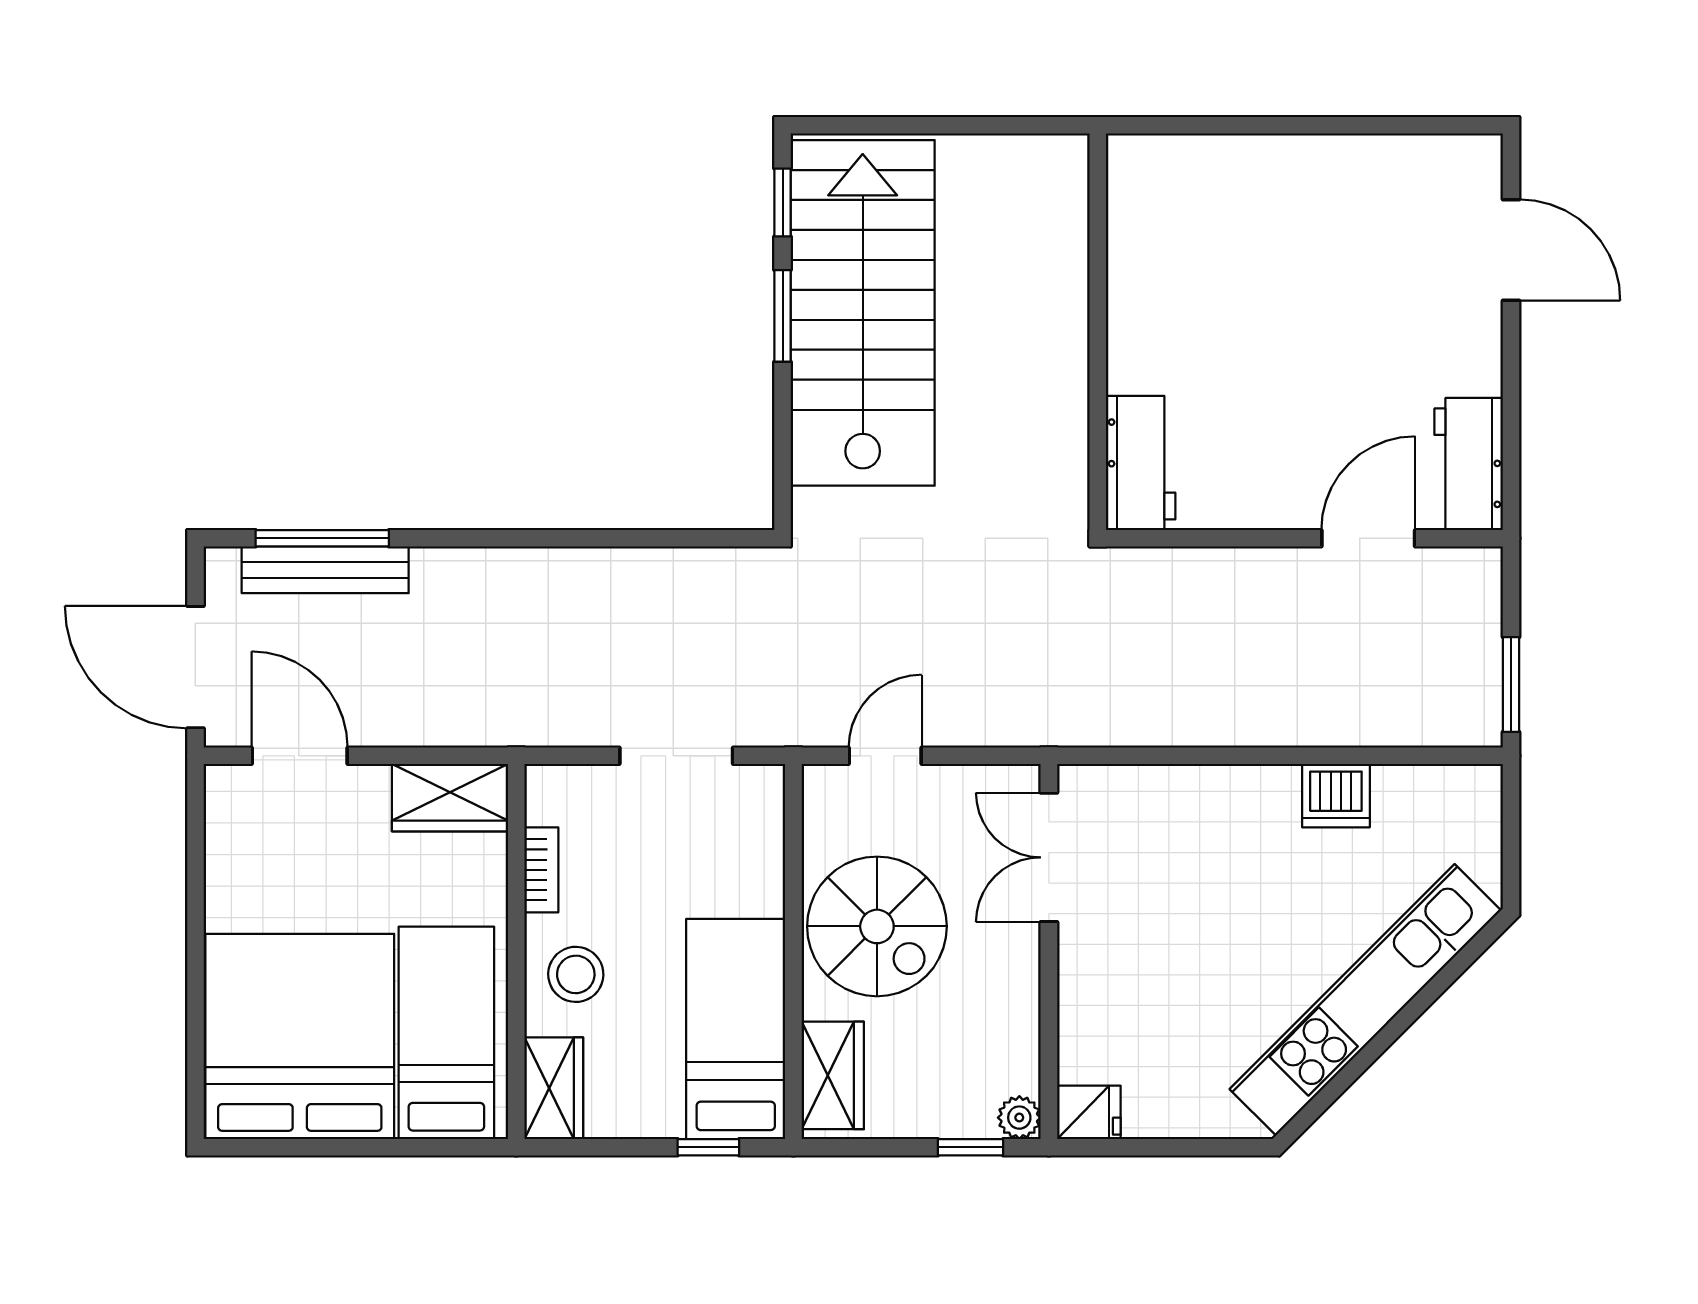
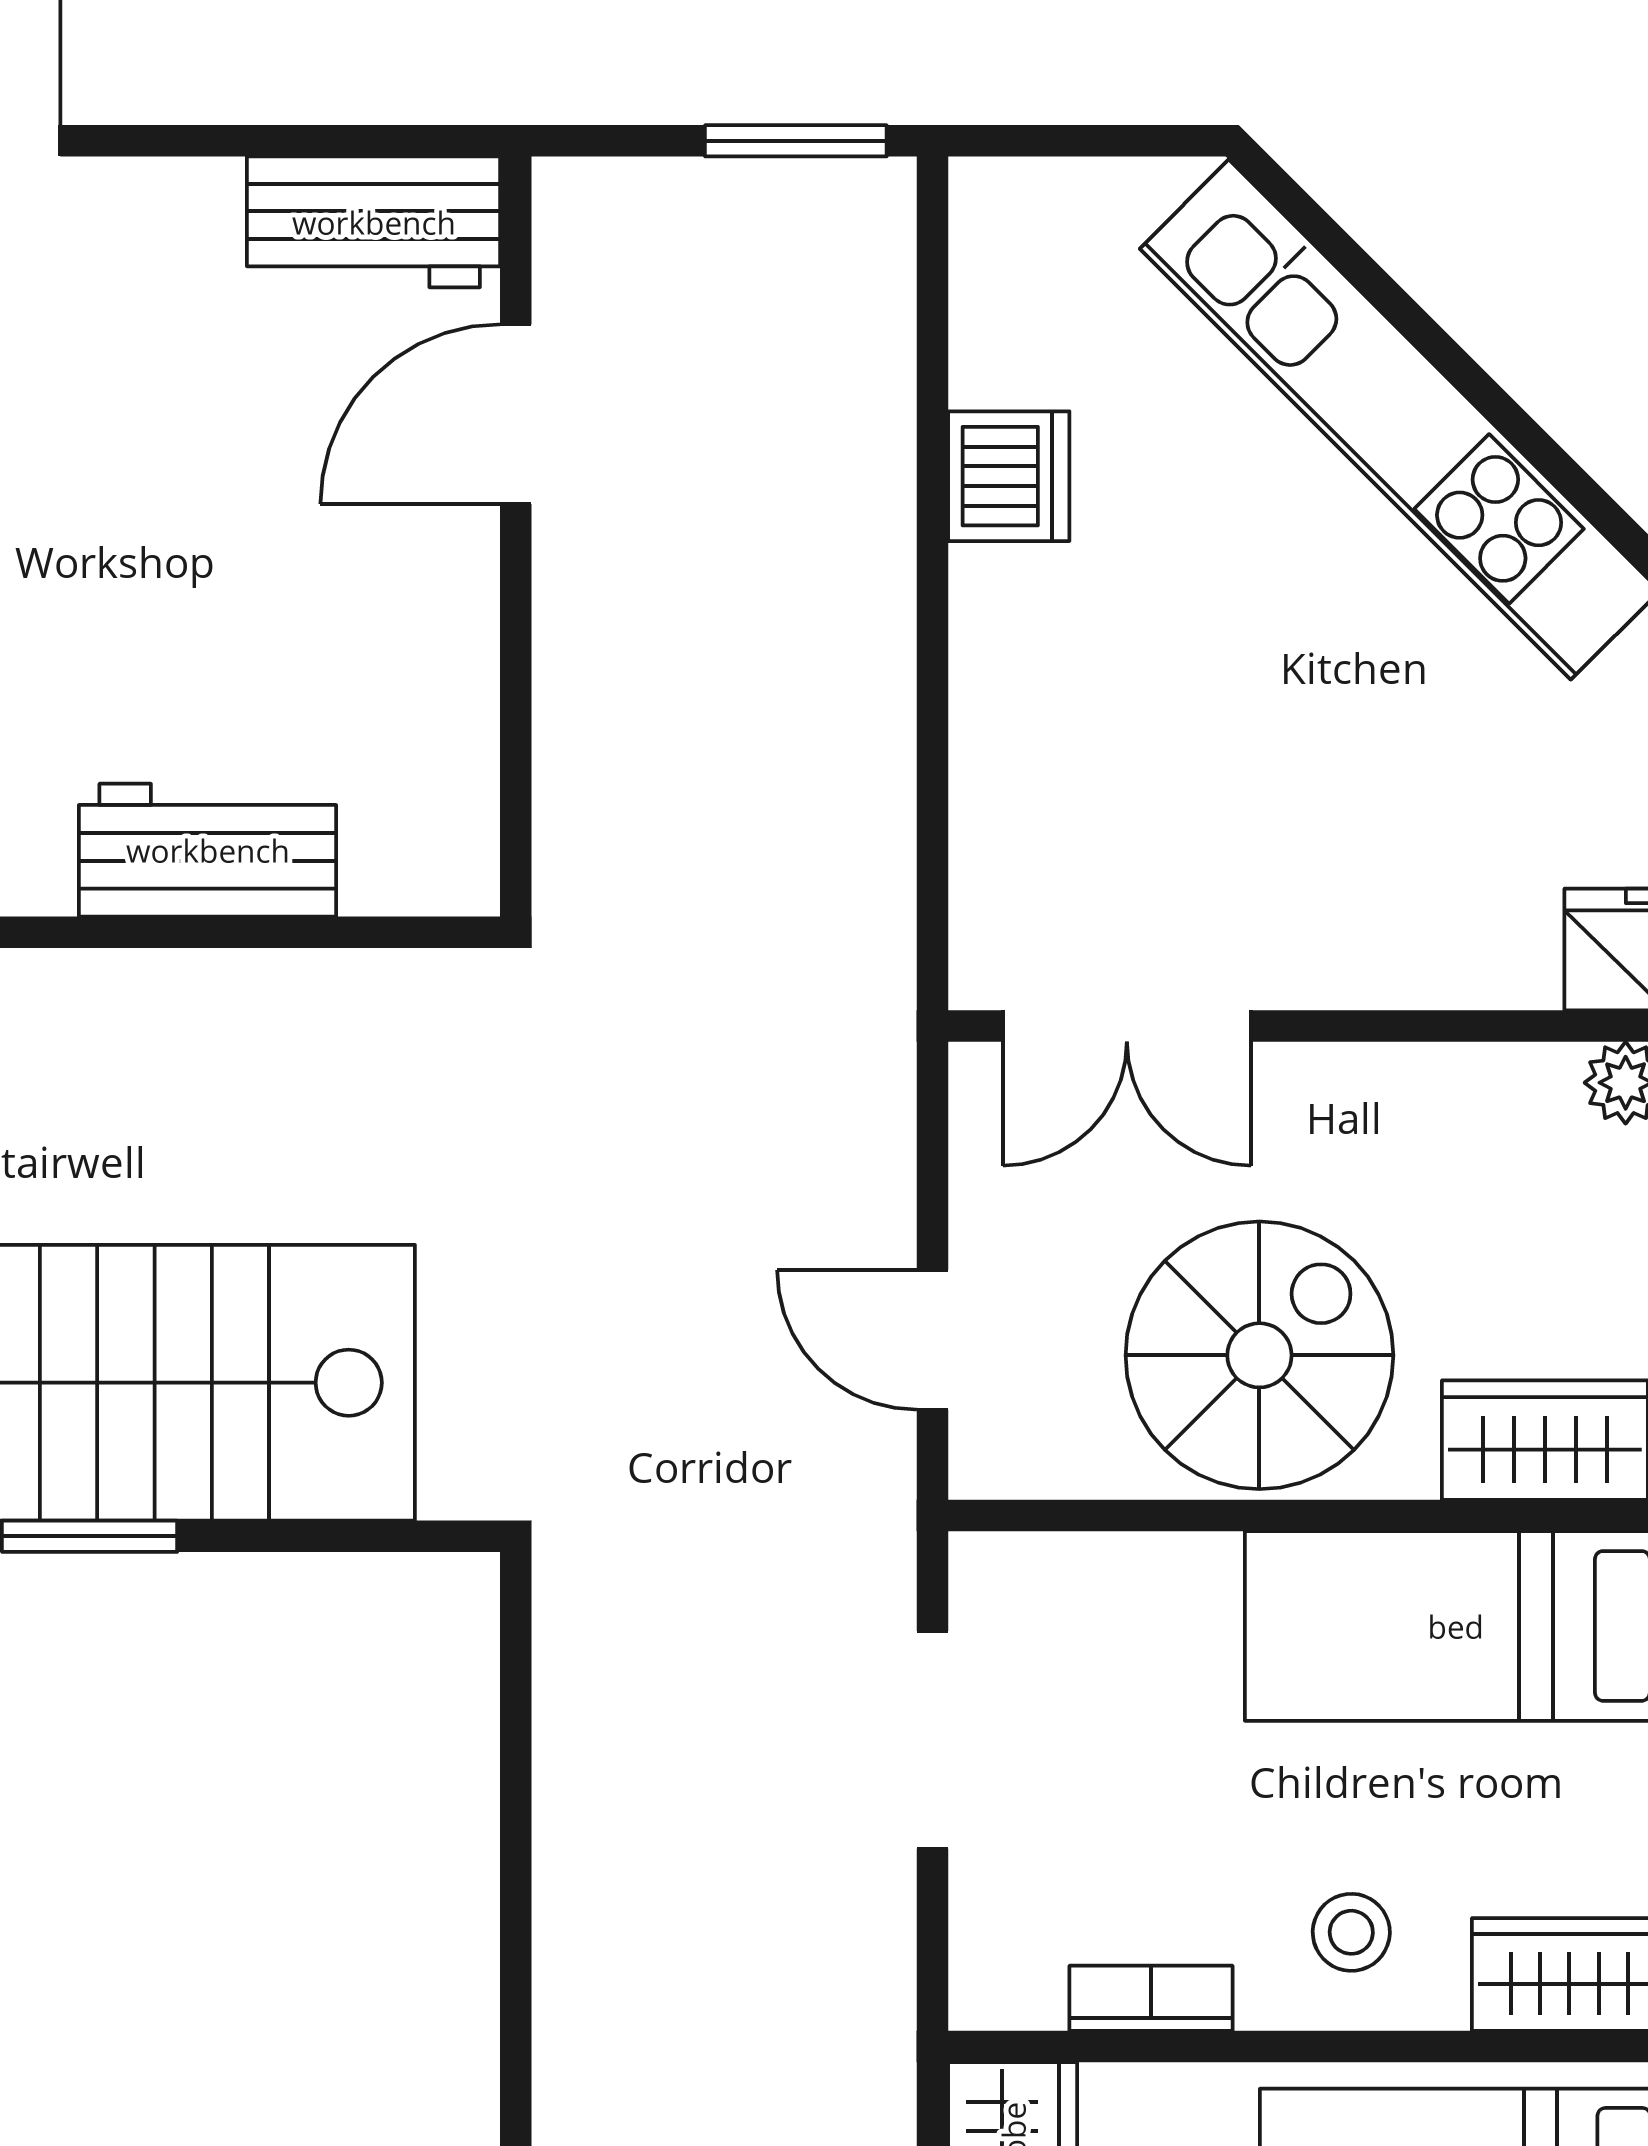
workbench: (1141, 463) -> (208, 850), moved
door: (1368, 538) -> (516, 414), hinge flipped
stool: (576, 974) -> (1351, 1932), width x0.73, depth x0.73

